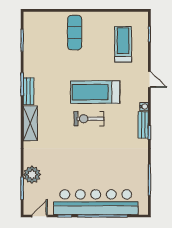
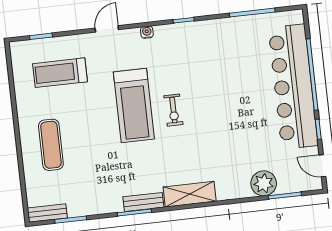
exercise mat: (75, 33) -> (51, 145), turned 90
exercise bike: (89, 119) -> (173, 110), width x0.73, depth x0.72
bench: (143, 125) -> (47, 213), moved

